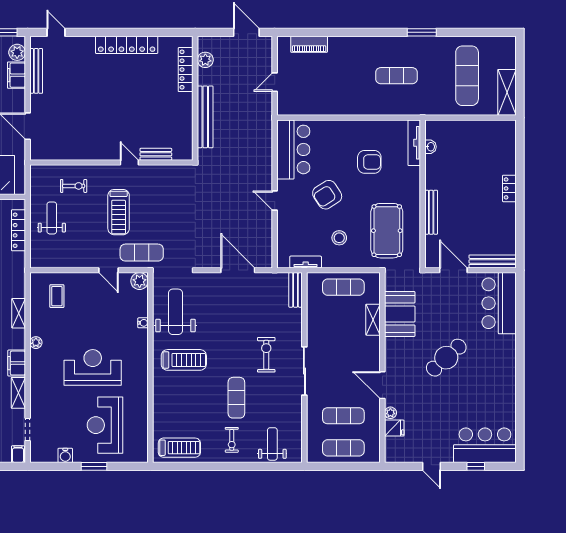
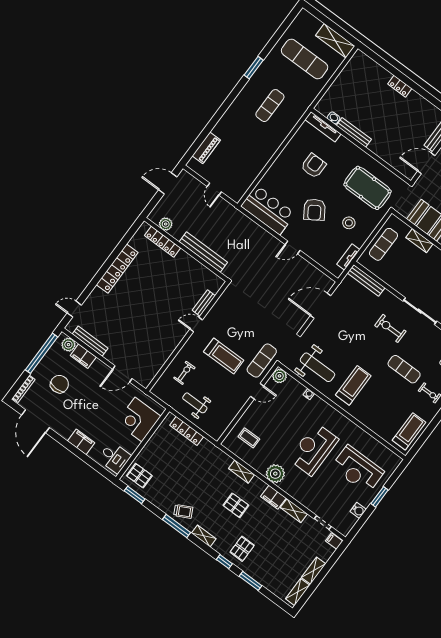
bench: (431, 212) -> (354, 132), moved
bench: (296, 290) -> (366, 280), width x1.36
weight bench: (175, 312) -> (317, 367), turned 180
plant: (36, 343) -> (275, 474), width x1.87, depth x1.87

